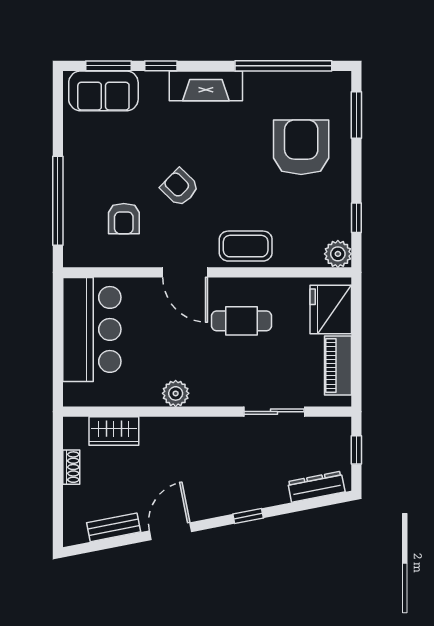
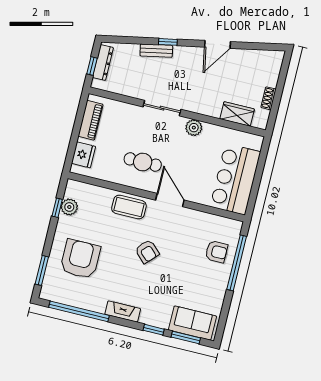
fireplace: (206, 86) -> (123, 311), width x0.73, depth x0.76
armchair: (301, 147) -> (80, 259), turned 180
armchair: (180, 187) -> (147, 252), moved
armchair: (124, 219) -> (216, 252), moved, turned 90
plant: (338, 254) -> (69, 207), moved
fridge: (331, 309) -> (83, 155), width x0.73, depth x0.75
sliding door: (274, 412) -> (162, 108), moved
dresser: (316, 487) -> (103, 63), moved, turned -79
bench: (114, 527) -> (156, 51), moved

